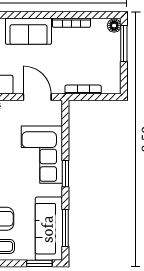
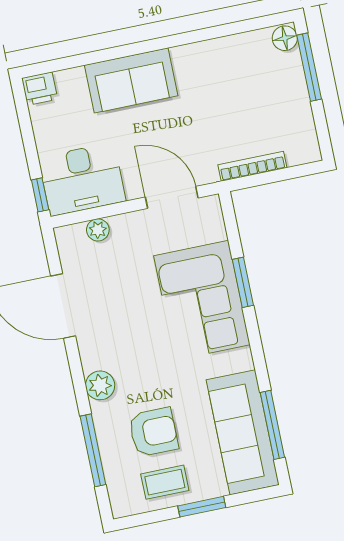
bookcase: (71, 23) -> (206, 49), removed
window: (65, 174) -> (243, 282), moved
window: (39, 263) -> (202, 507), moved

